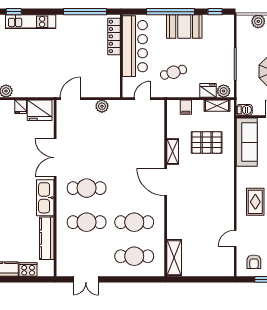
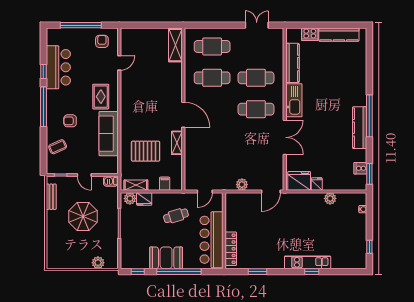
window: (14, 12) -> (312, 272), moved
window: (85, 12) -> (257, 272), width x0.47
sofa: (247, 142) -> (109, 134), moved

